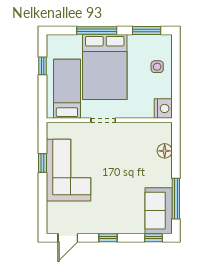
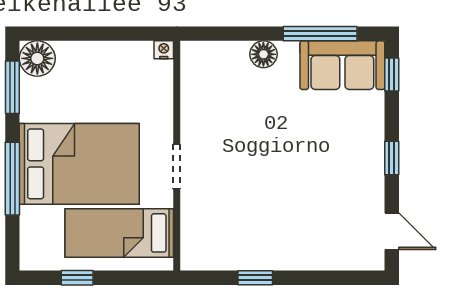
floor lamp: (162, 44) -> (37, 58), added
side table: (157, 67) -> (79, 68), removed
nightstand: (163, 108) -> (164, 50), width x0.53, depth x0.56
floor lamp: (165, 151) -> (263, 54), moved
corner sofa: (68, 170) -> (268, 230), removed

